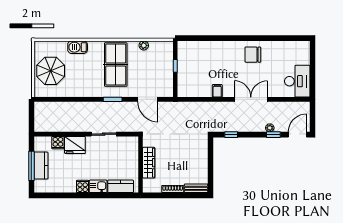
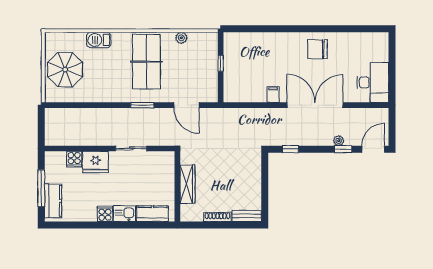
double door: (251, 99) -> (315, 105), width x1.36
kitchen counter: (41, 165) -> (53, 201), moved

